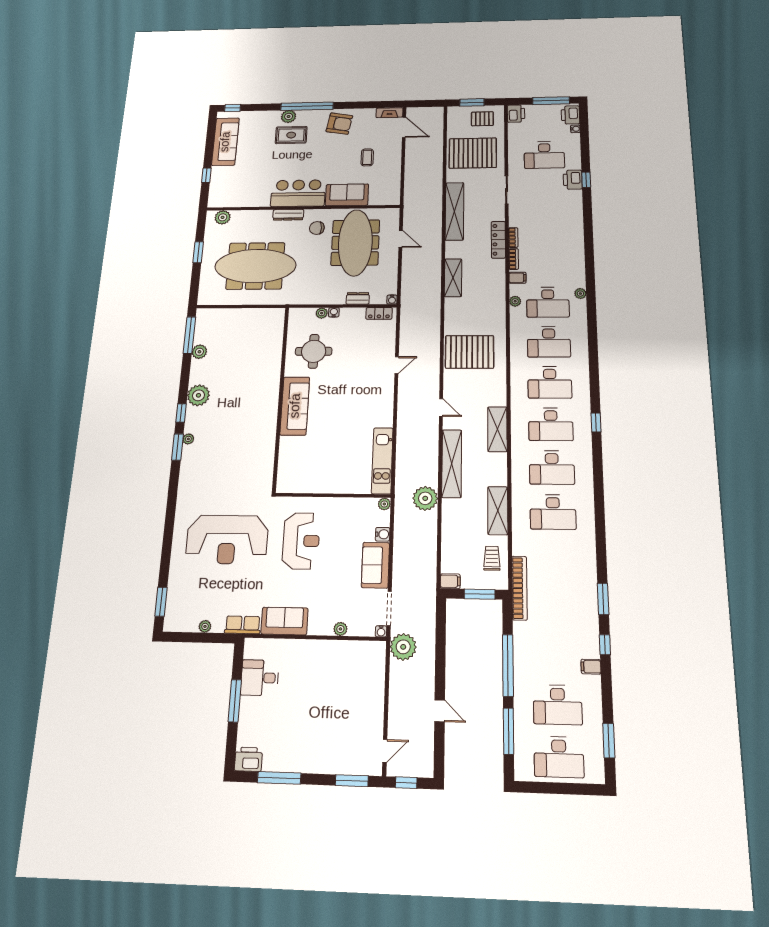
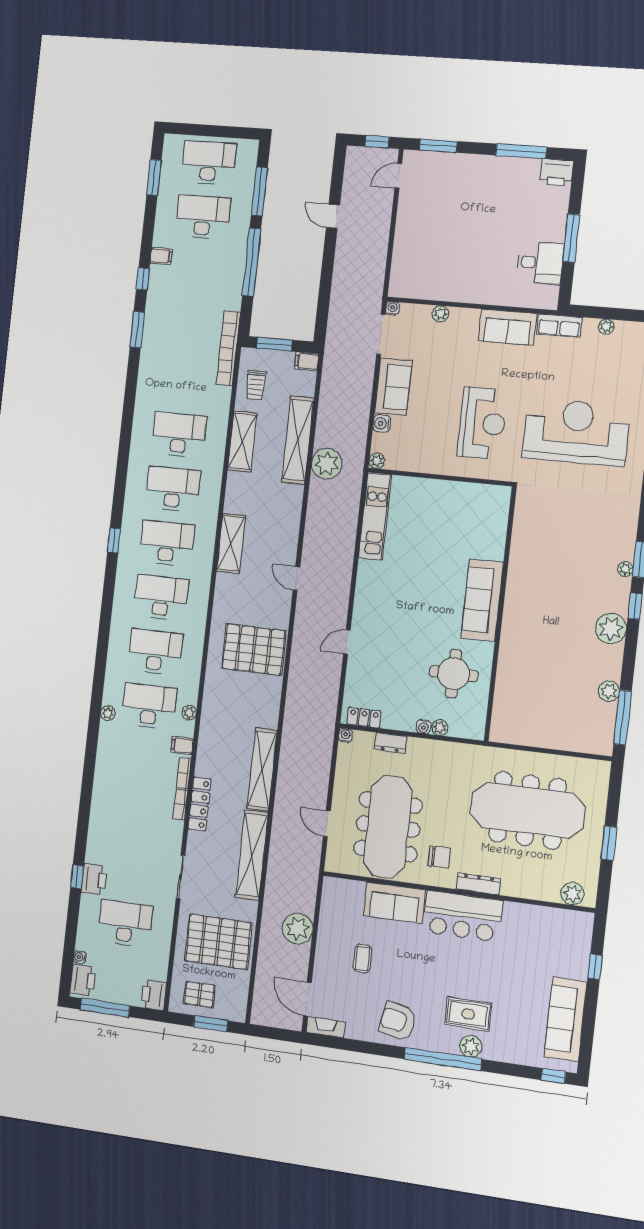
shelving: (453, 278) -> (262, 769), width x1.47
shelving: (452, 464) -> (298, 440), moved
reception desk: (301, 541) -> (482, 423), turned 180
plant: (403, 647) -> (298, 929), moved

